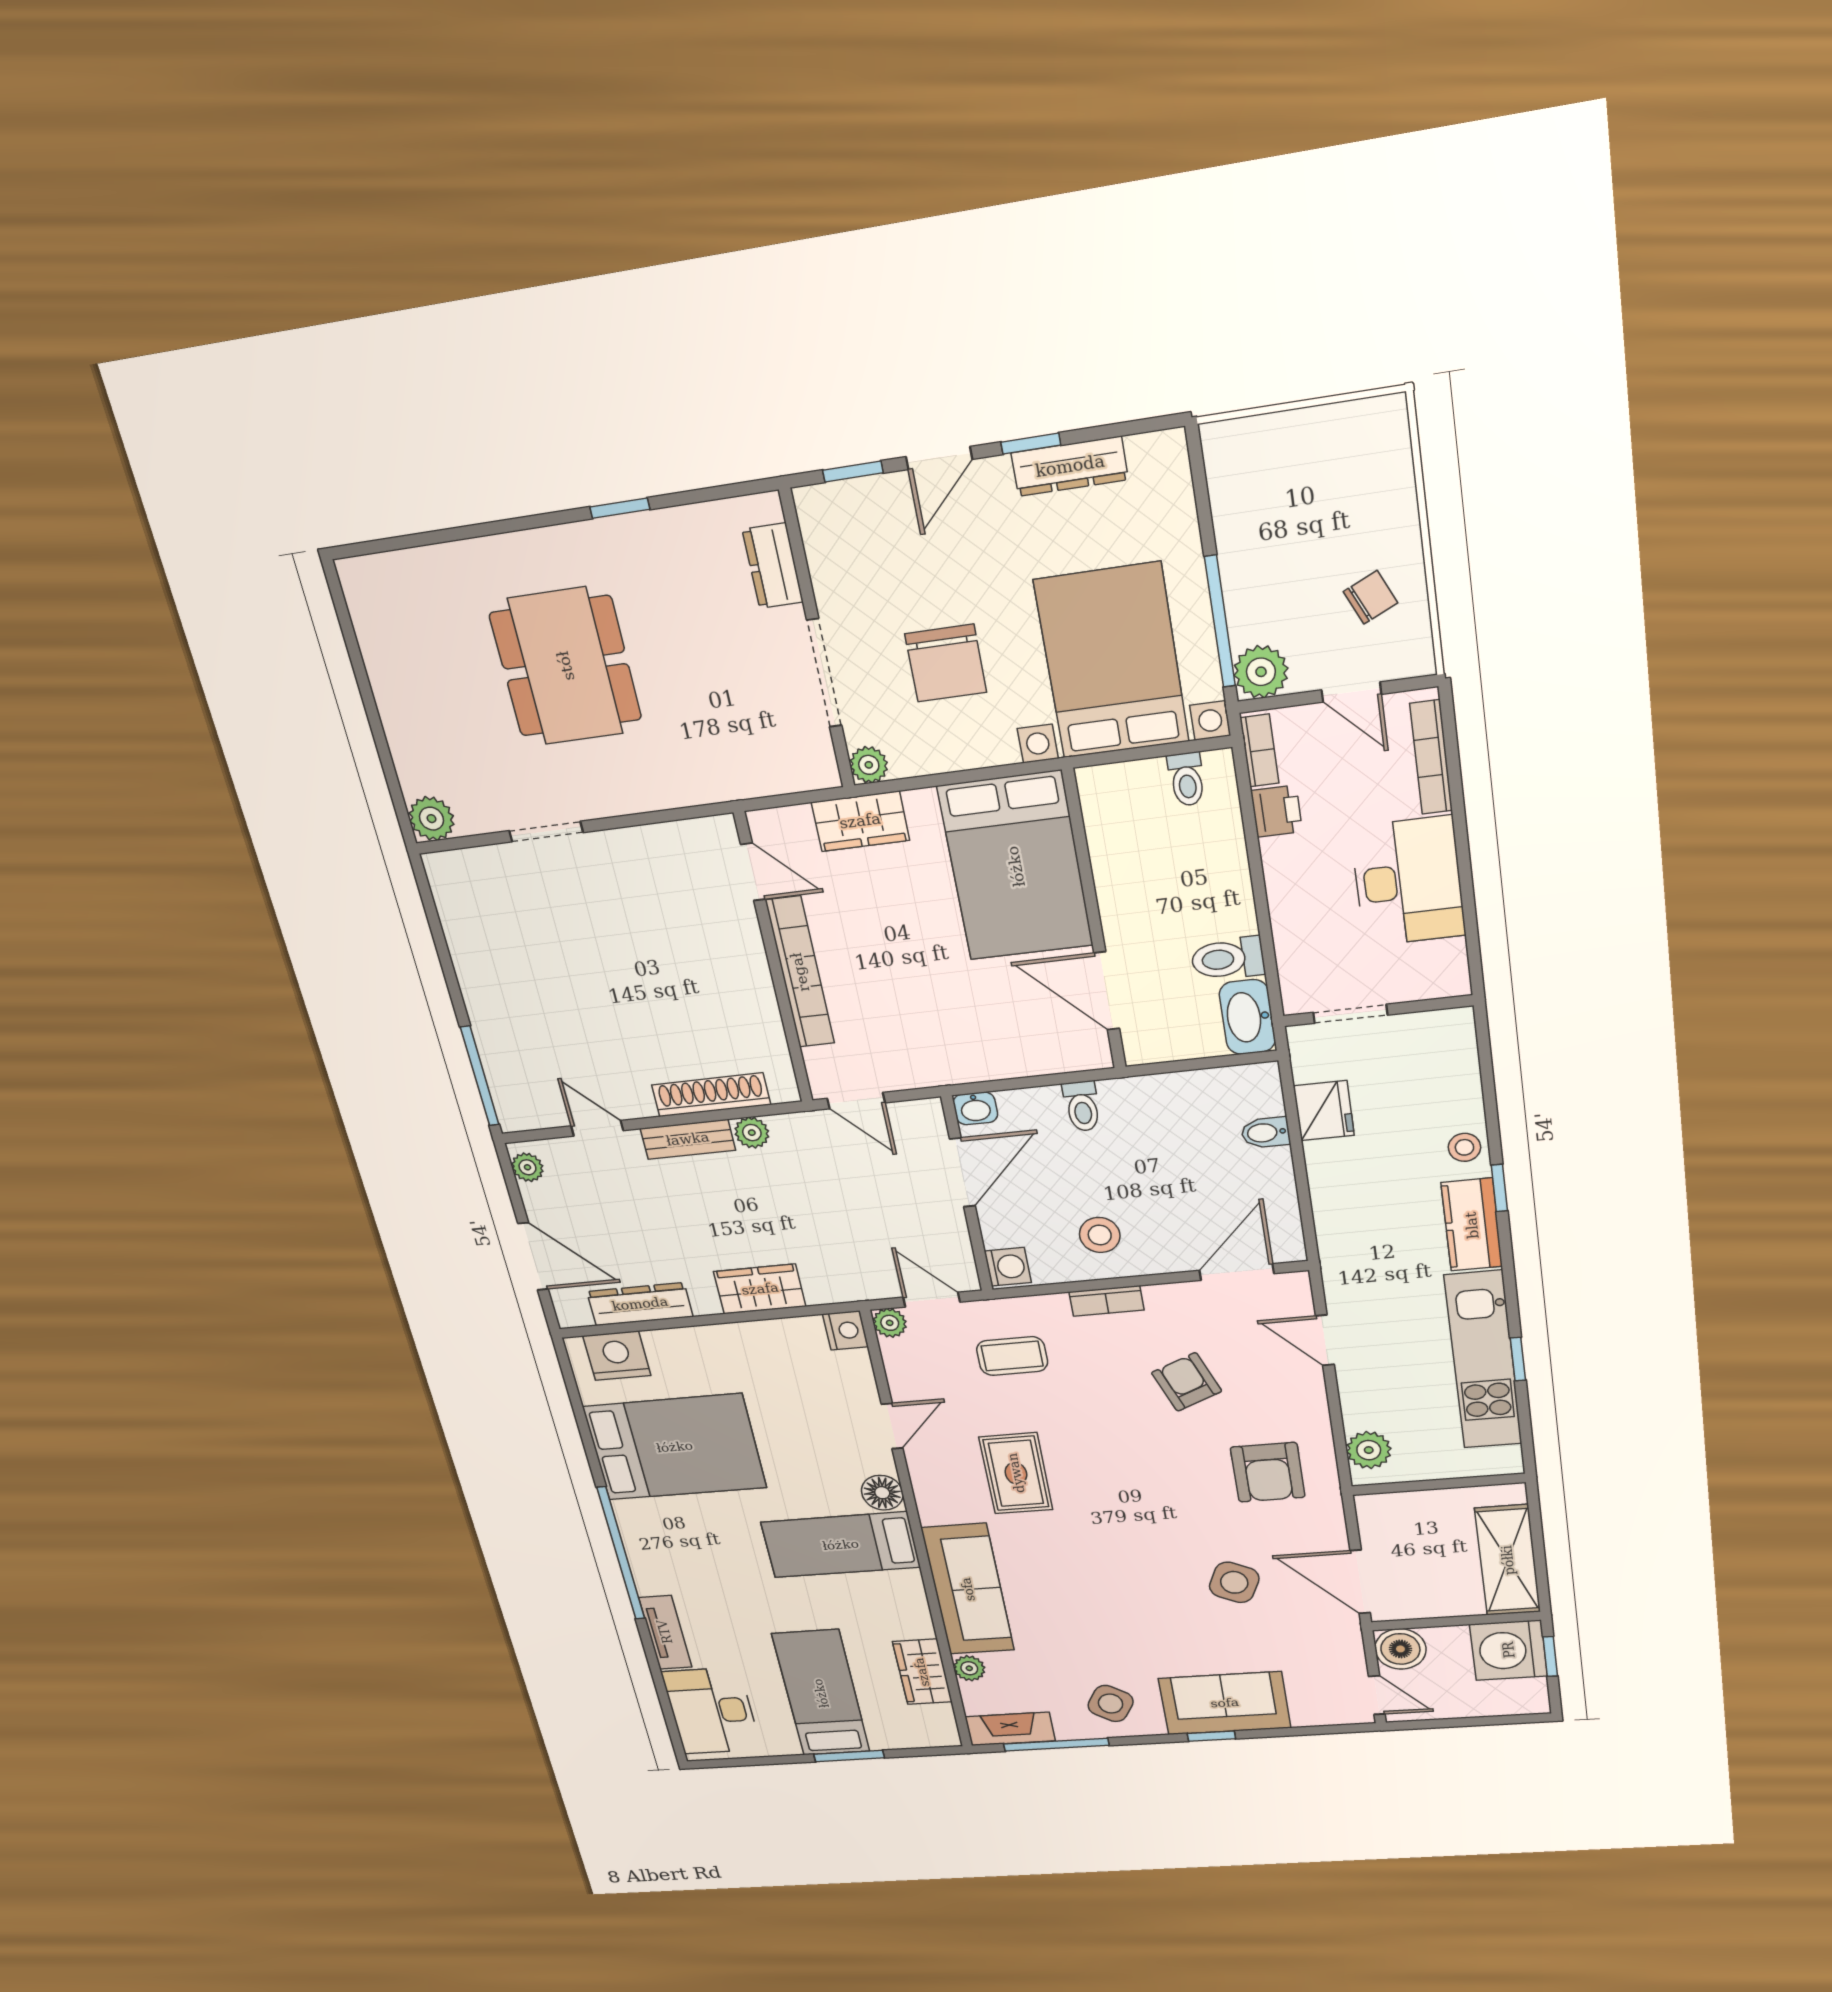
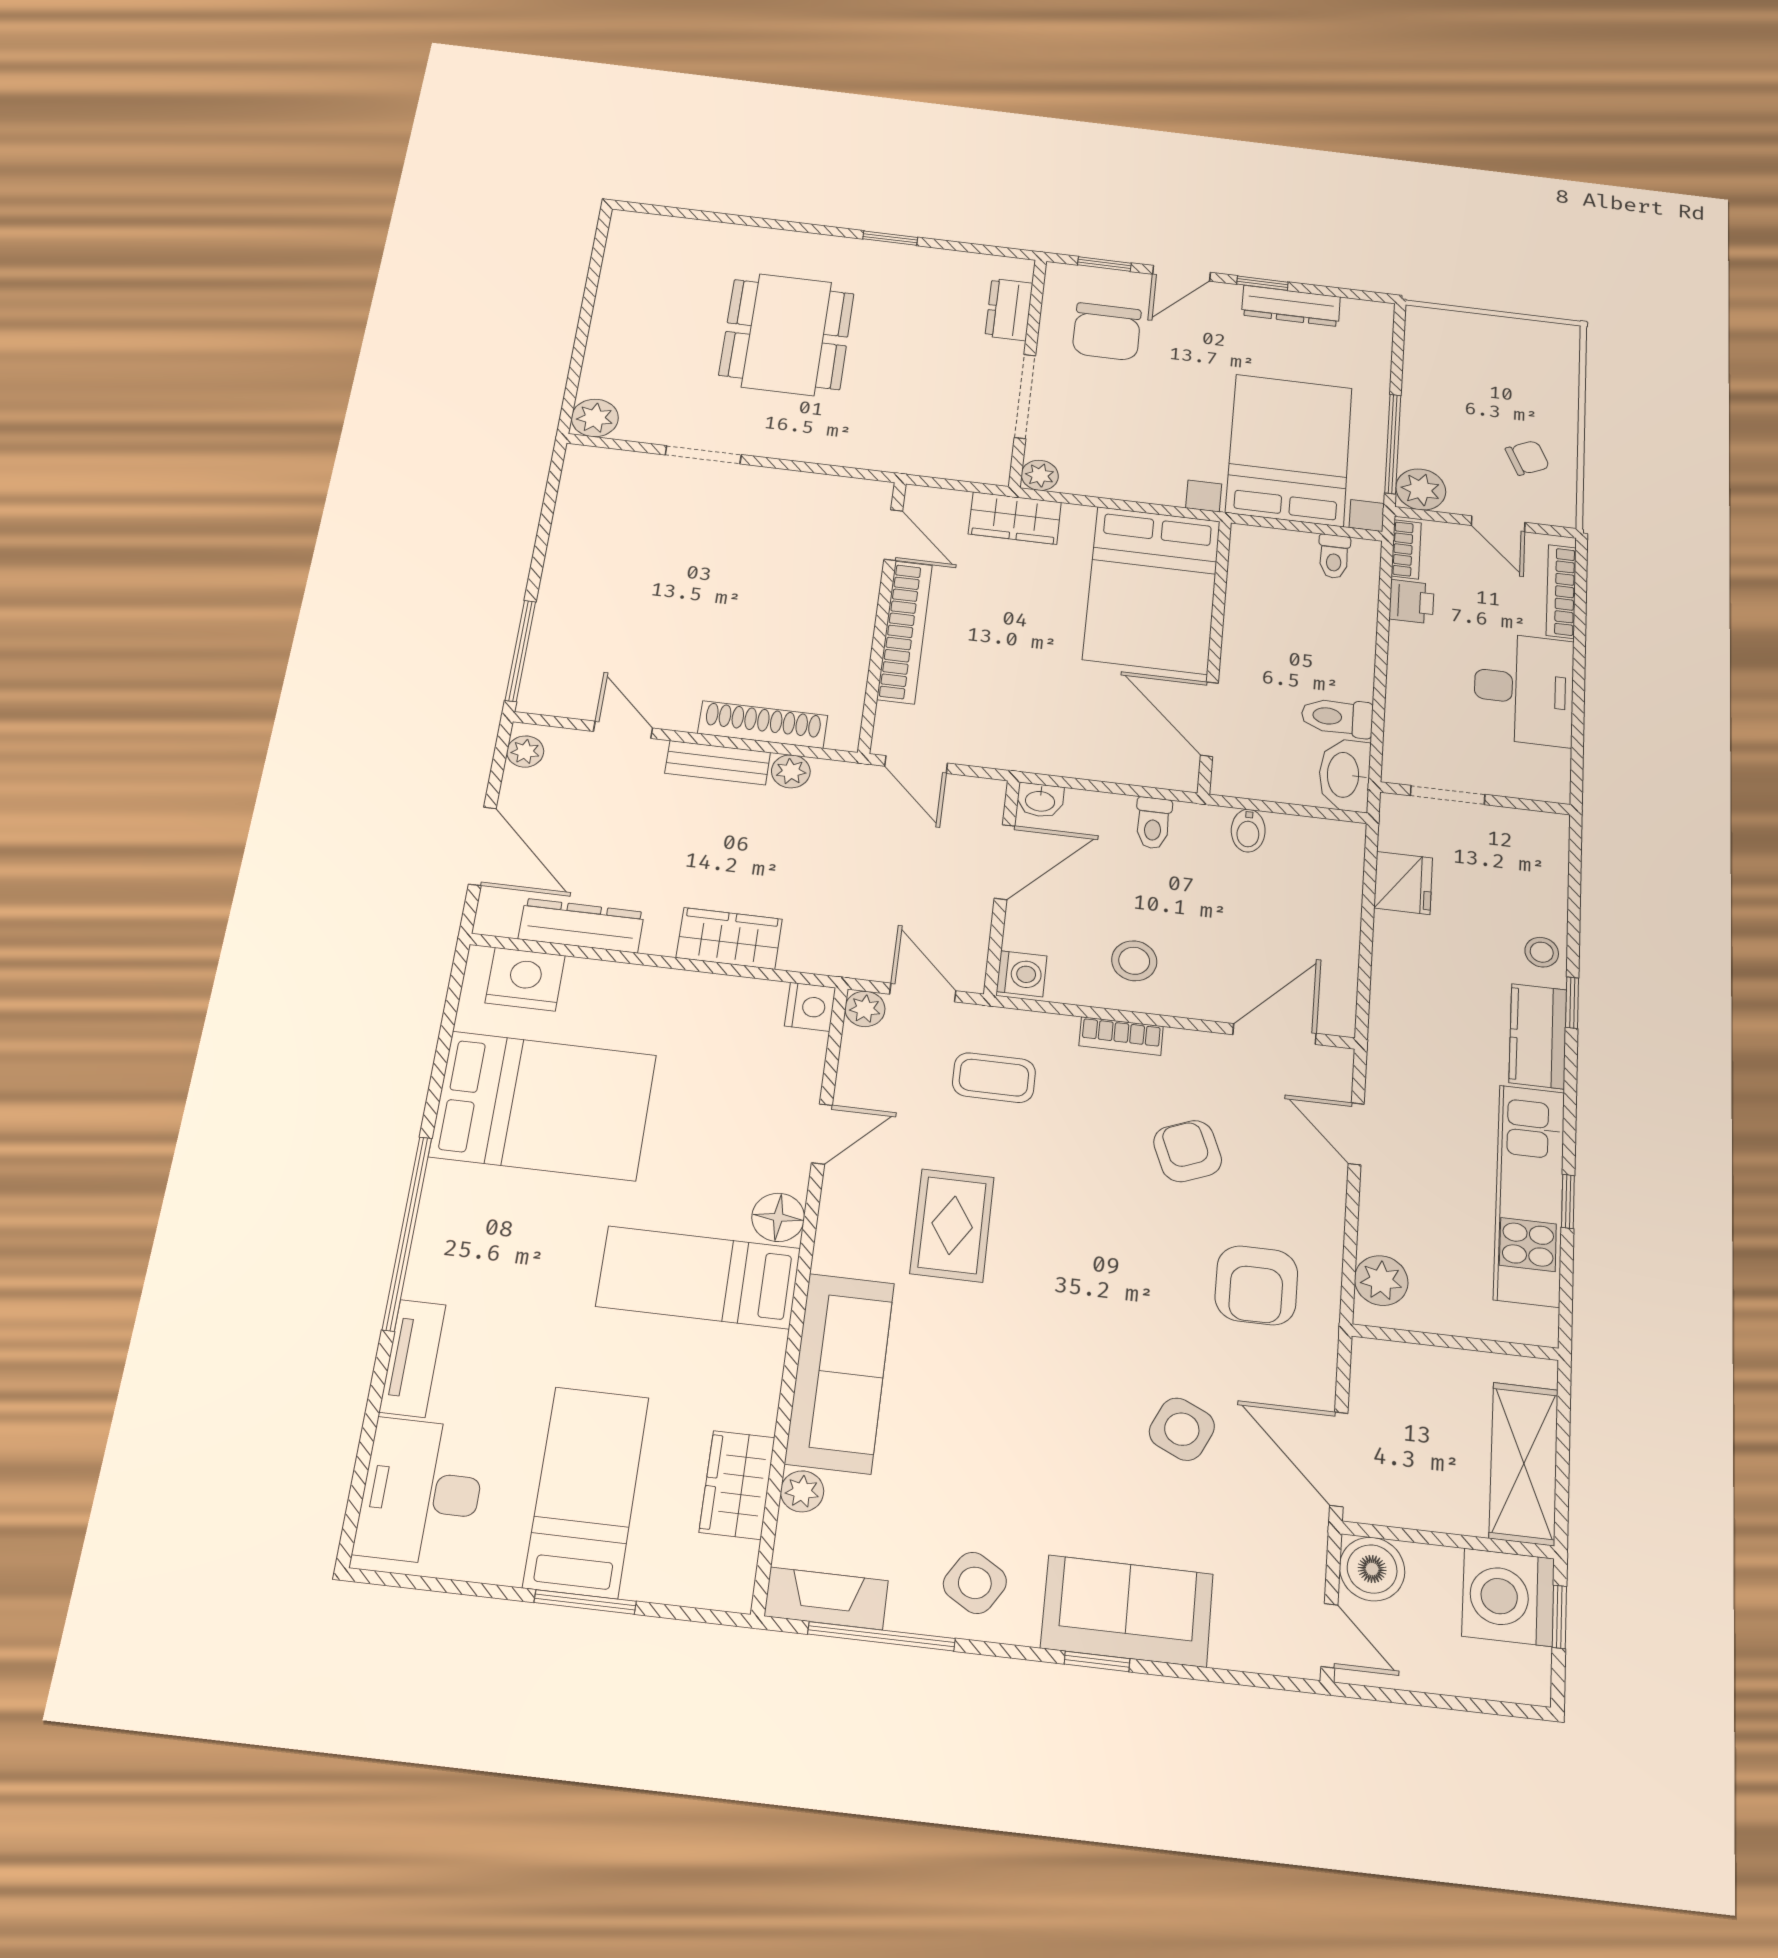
chair: (946, 663) -> (1107, 332), moved
bidet: (1265, 1133) -> (1248, 831), moved, turned -90

